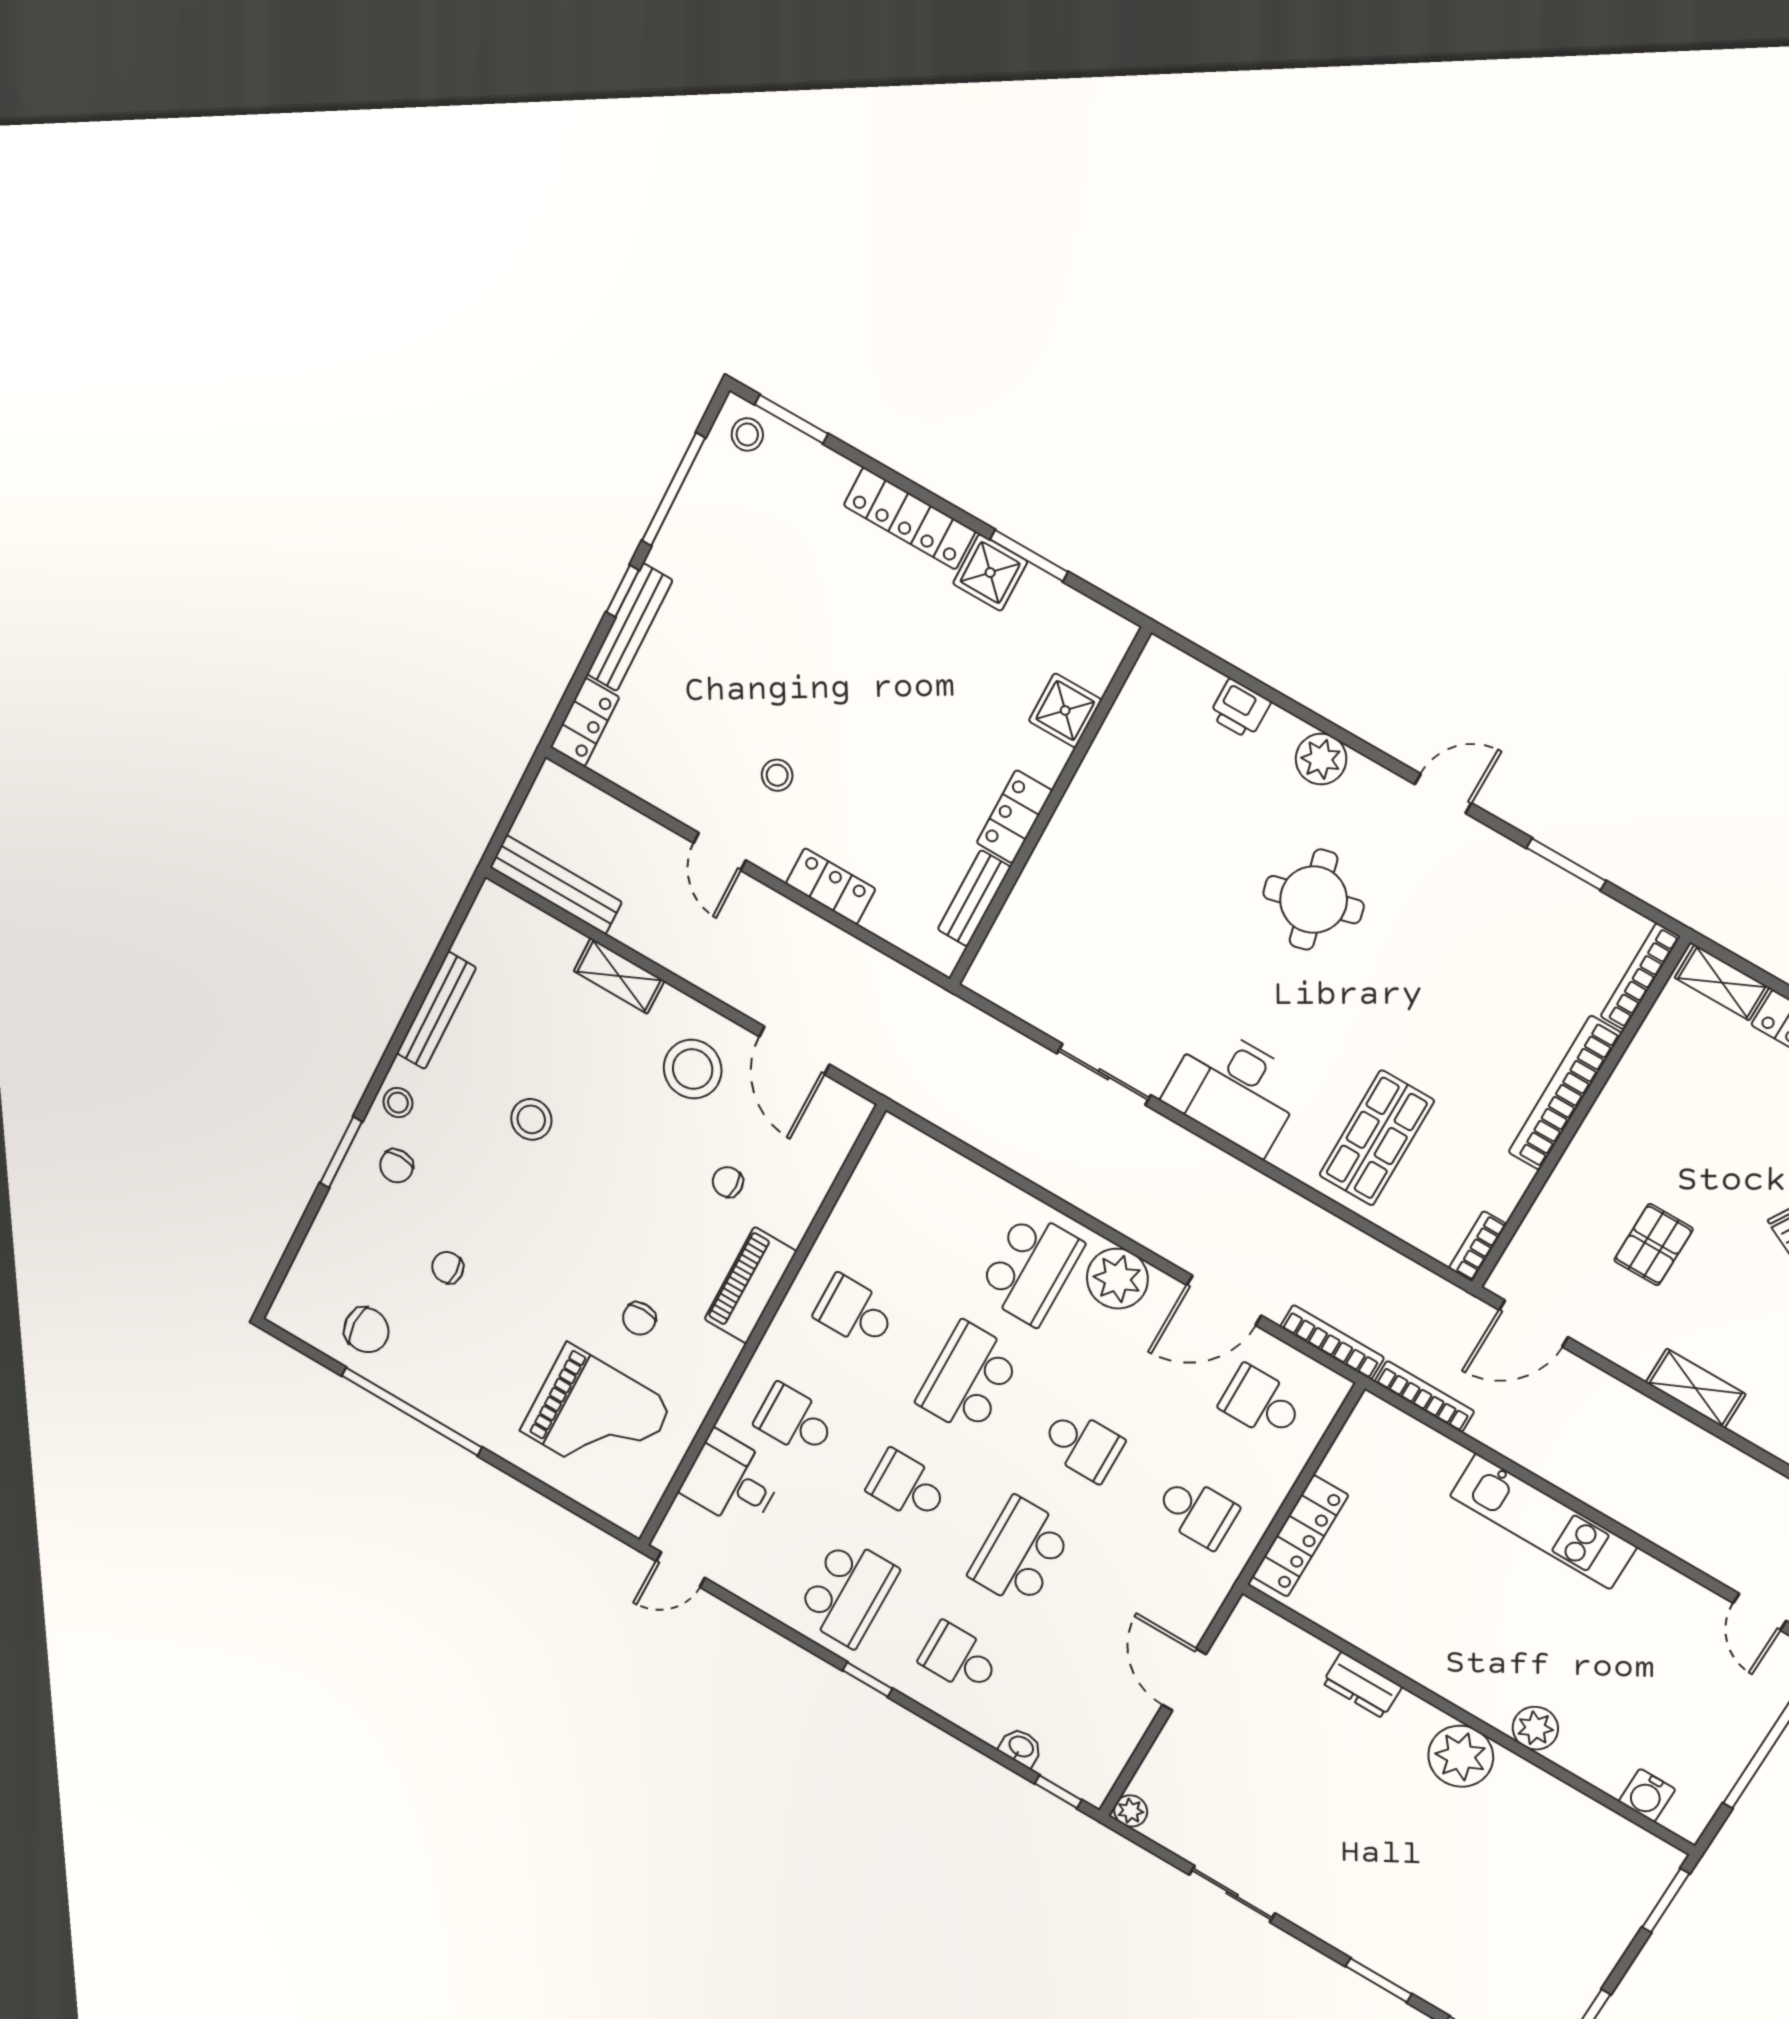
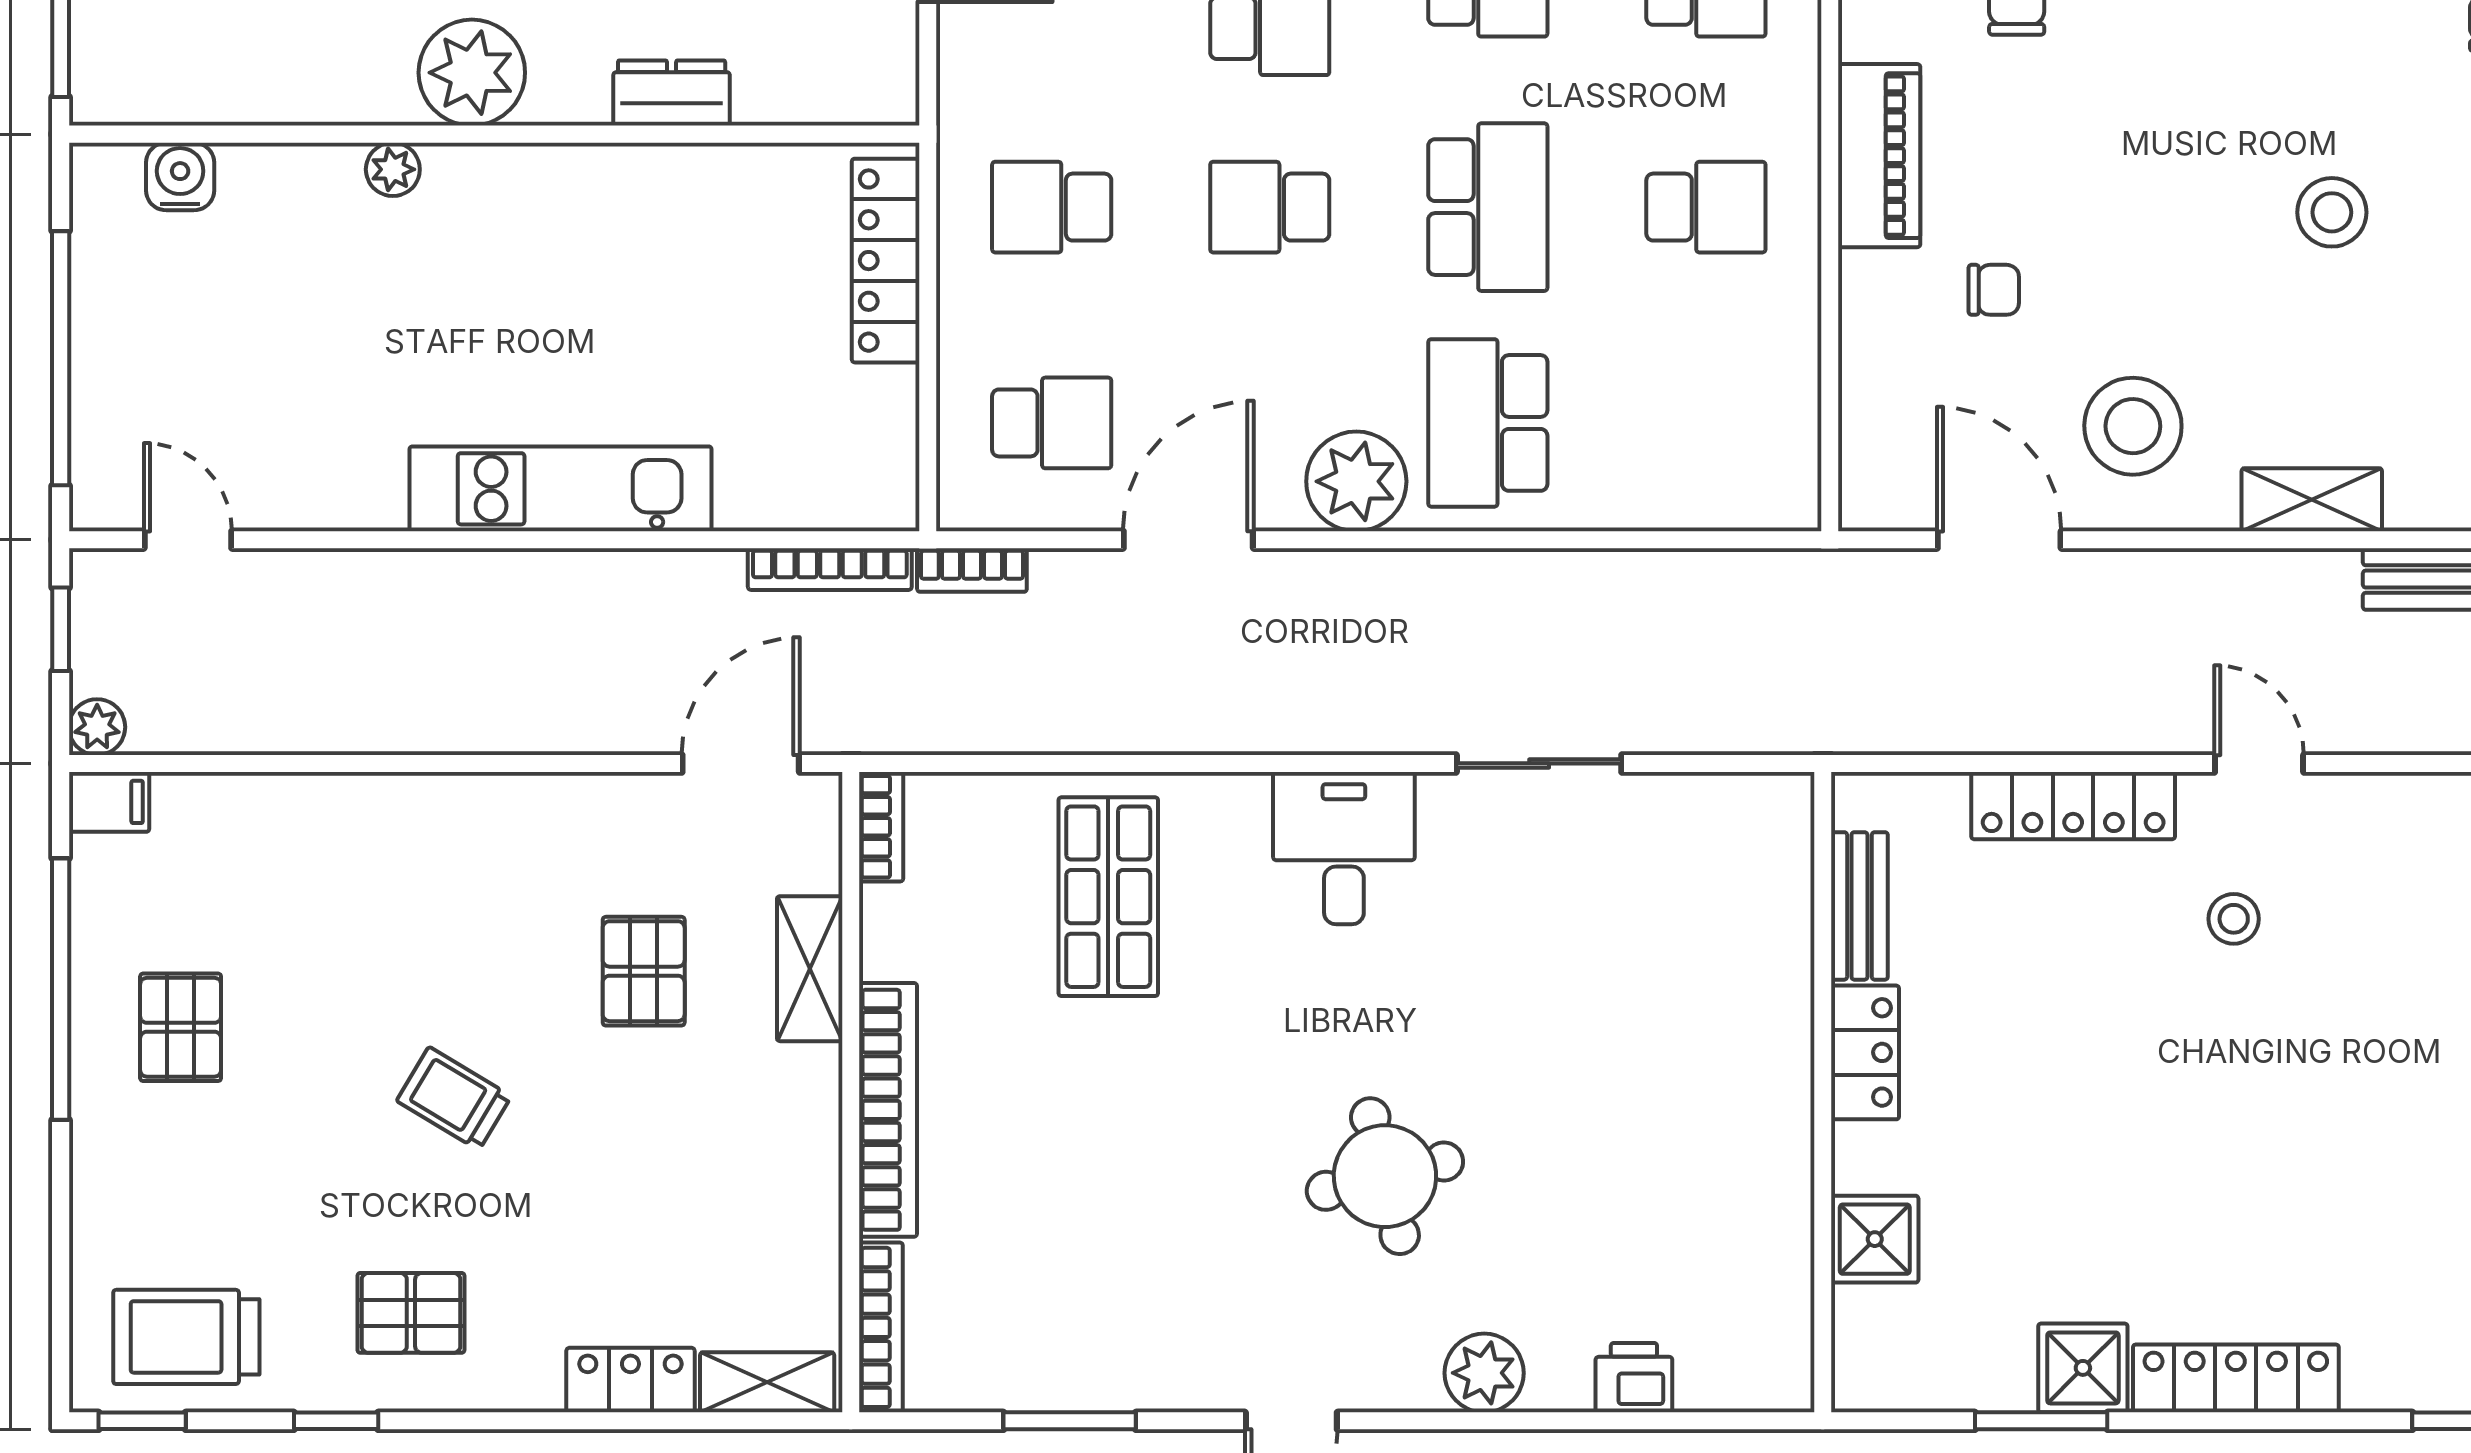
locker: (831, 886) -> (2073, 806), width x1.53
desk: (1234, 1090) -> (1344, 848), width x0.73
bookcase: (1332, 1342) -> (972, 570), width x0.64
shelving: (1696, 1388) -> (810, 969), moved, turned 90
plant: (1535, 1728) -> (393, 169), width x0.73, depth x0.73

